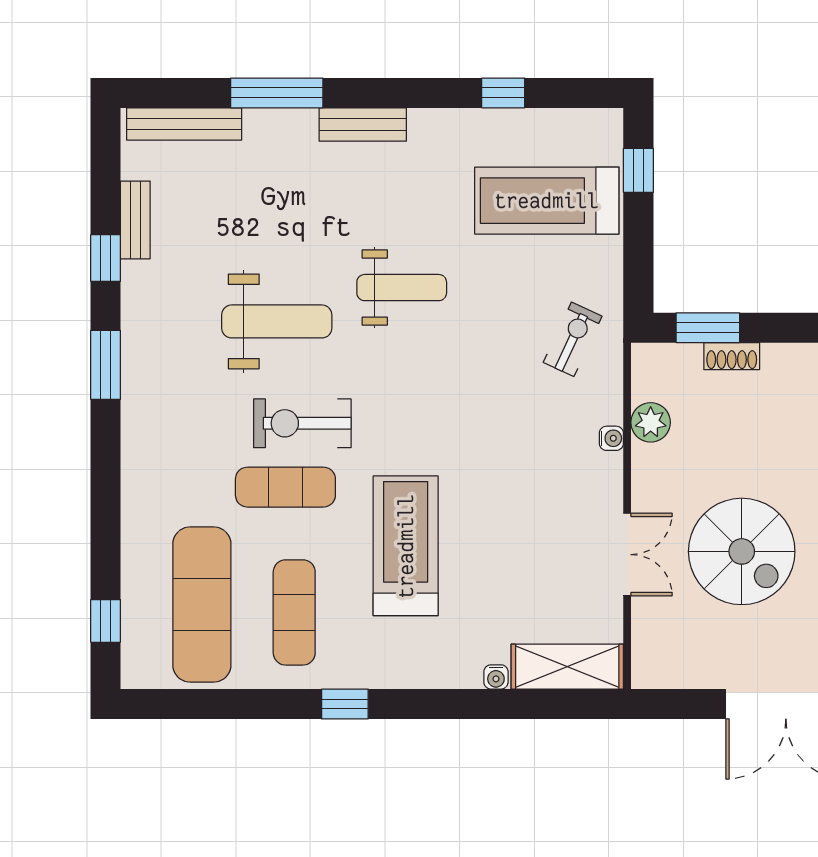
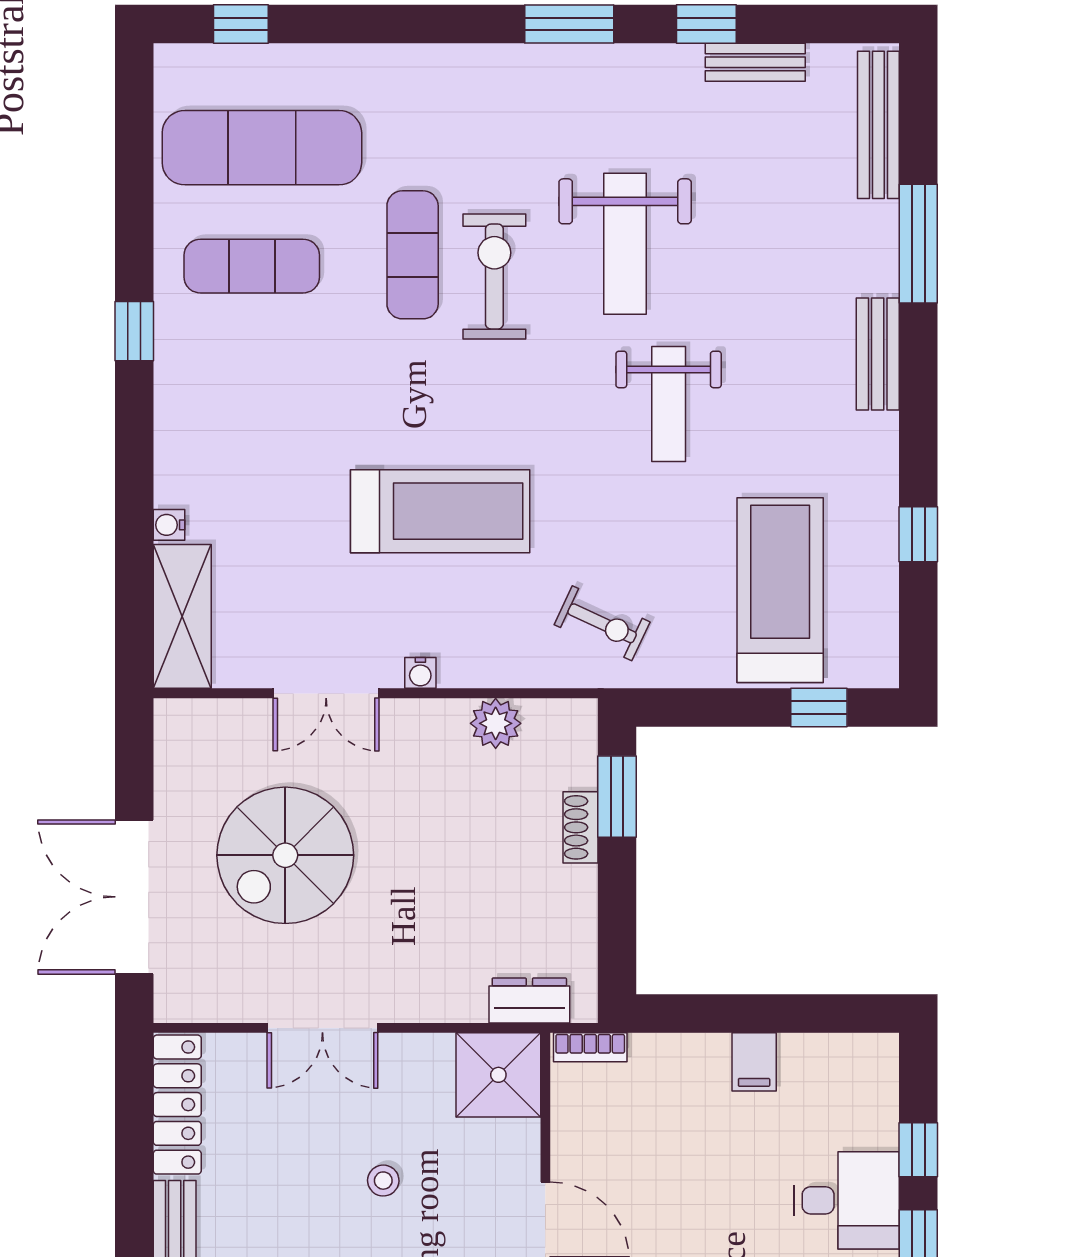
water cooler: (611, 438) -> (420, 673), moved
treadmill: (406, 546) -> (440, 511), moved
spiral stairs: (742, 551) -> (285, 855), moved

